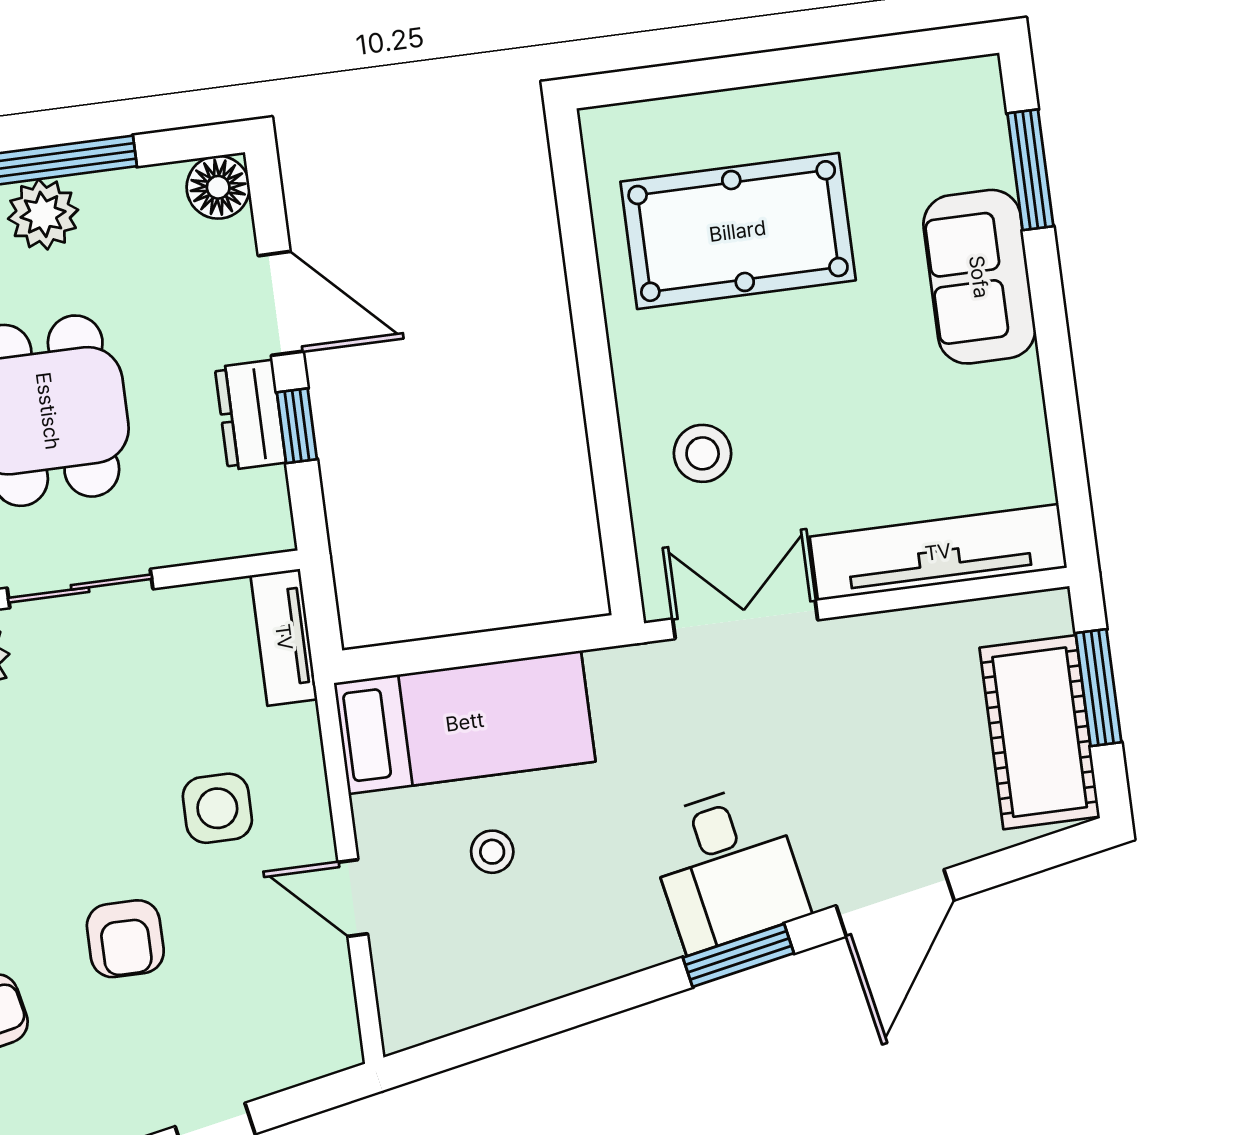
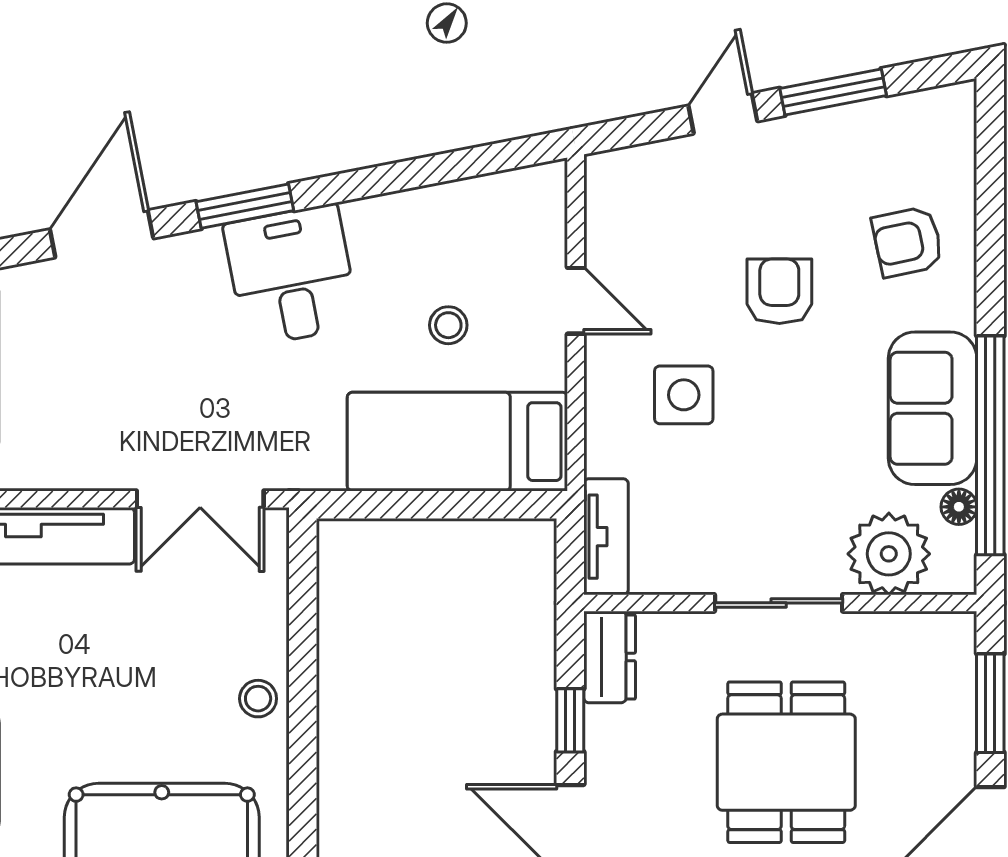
dresser: (250, 415) -> (610, 657), moved
stool: (703, 453) -> (258, 699), moved, width x0.73, depth x0.73
desk: (727, 867) -> (291, 275), moved

